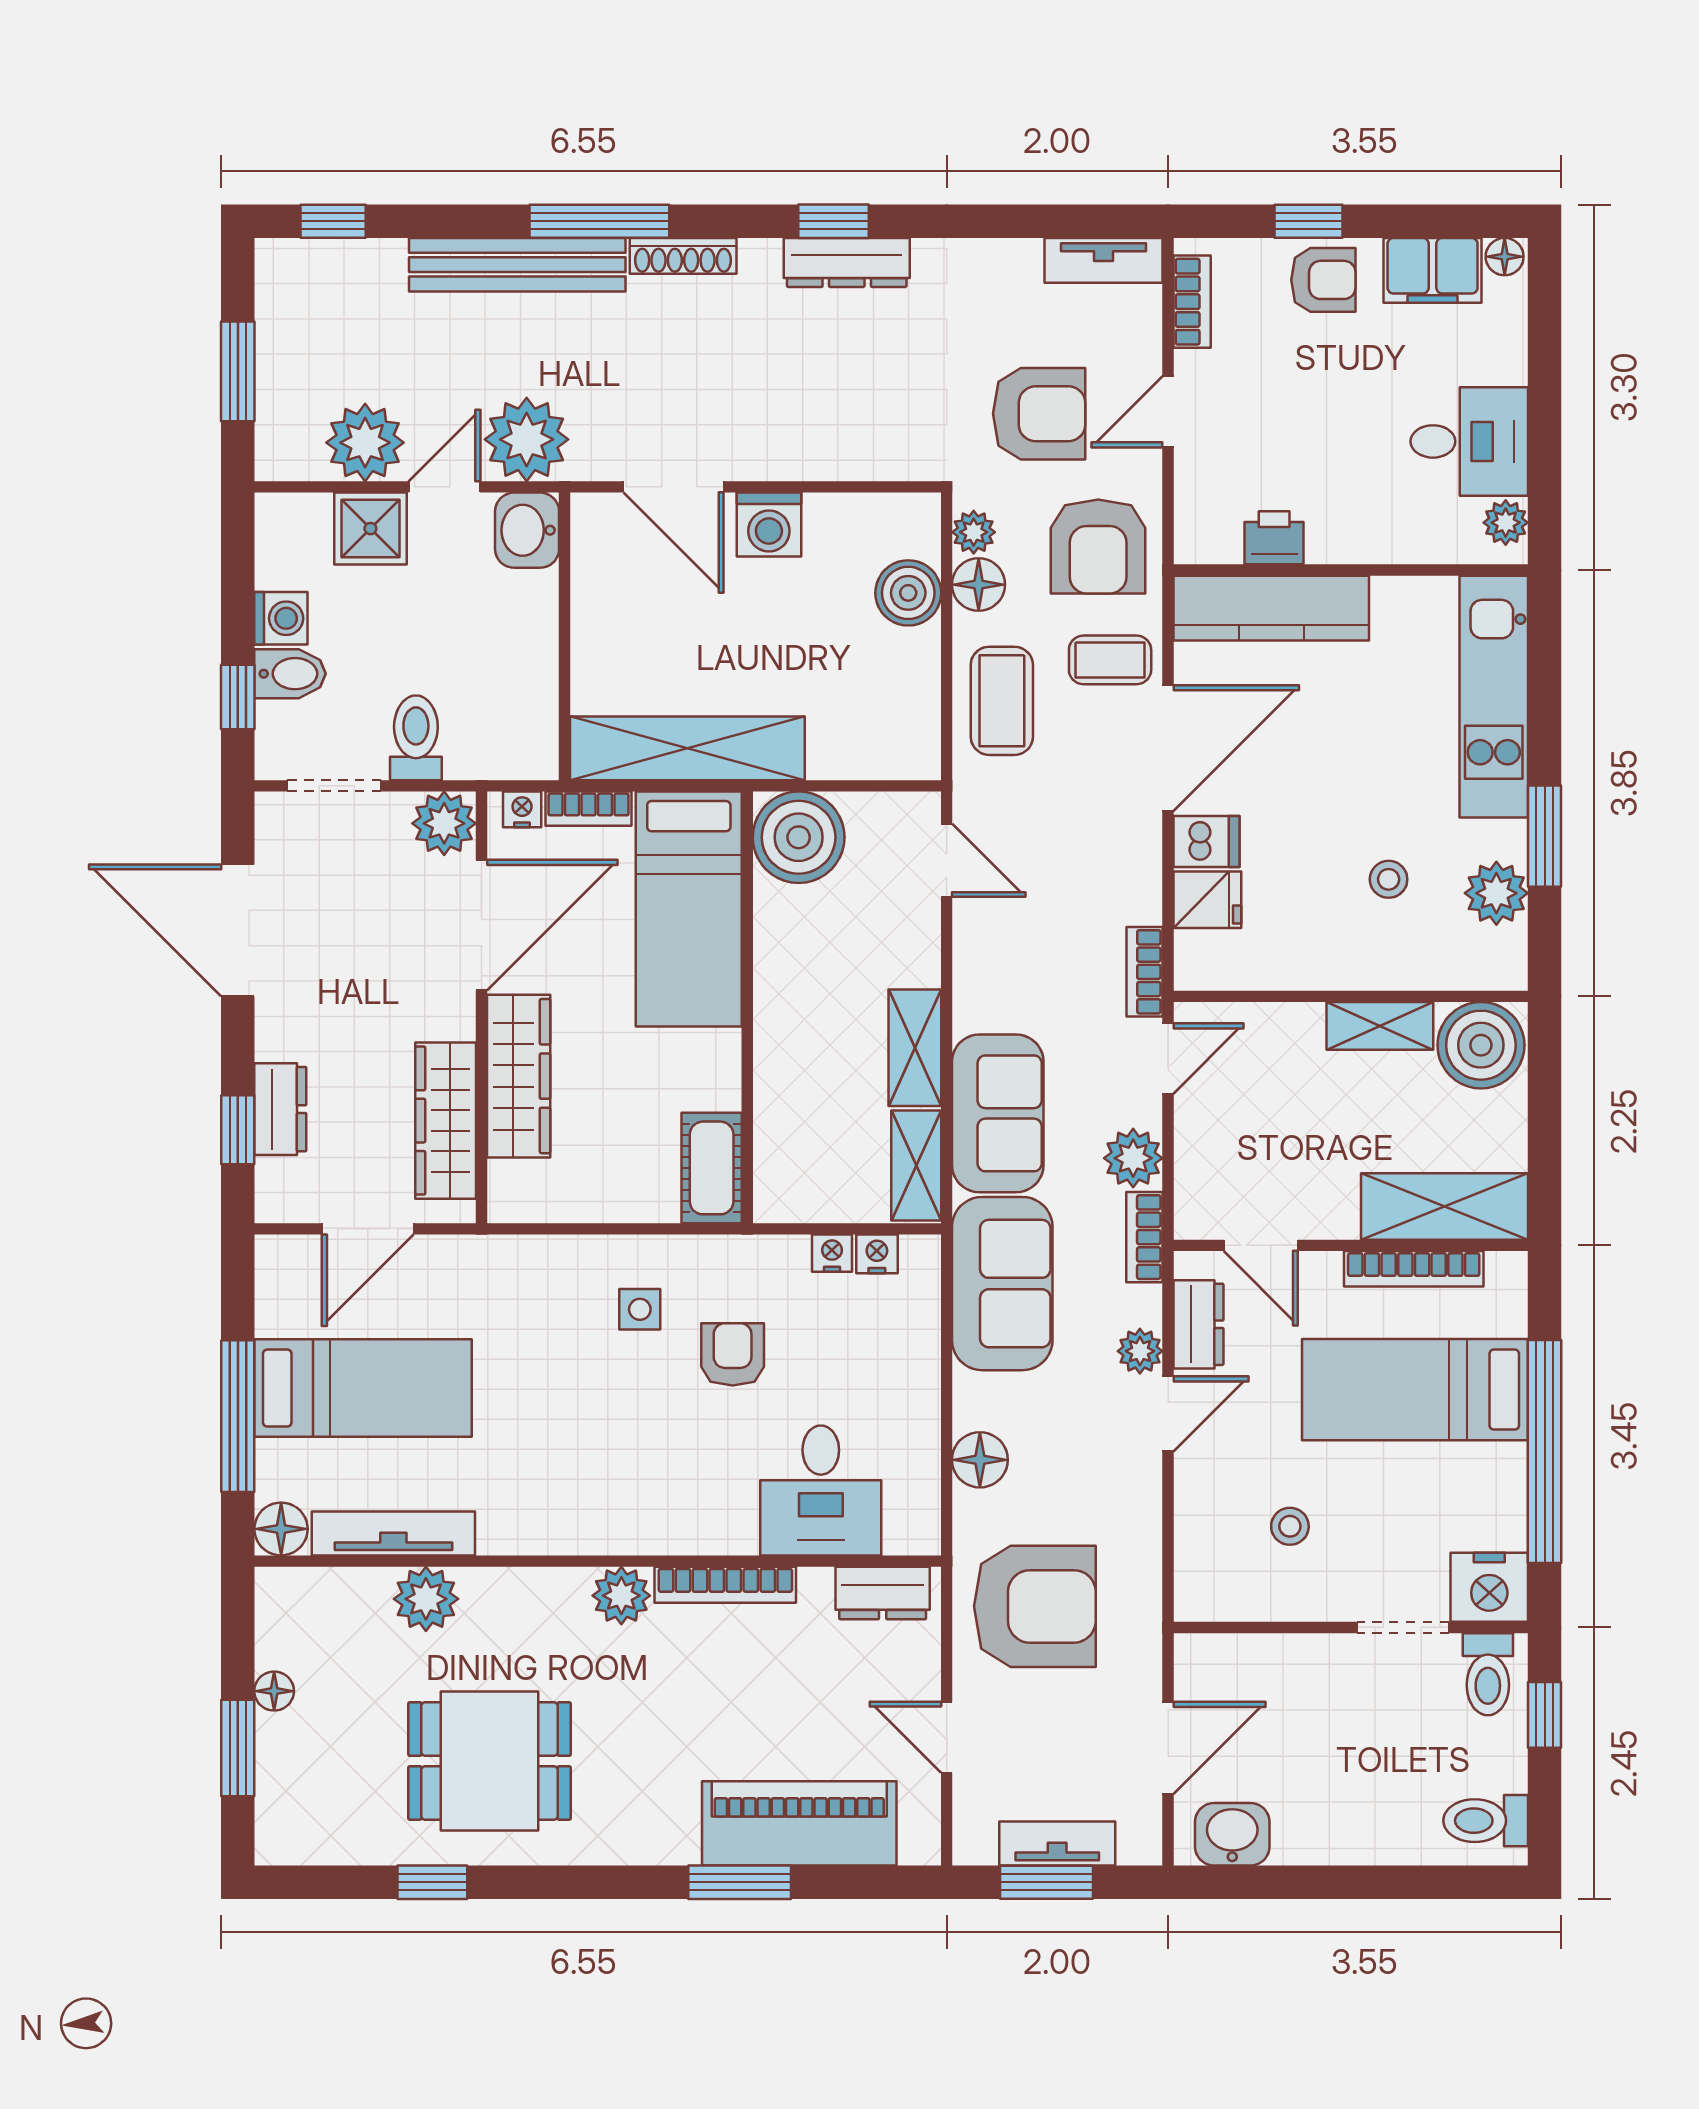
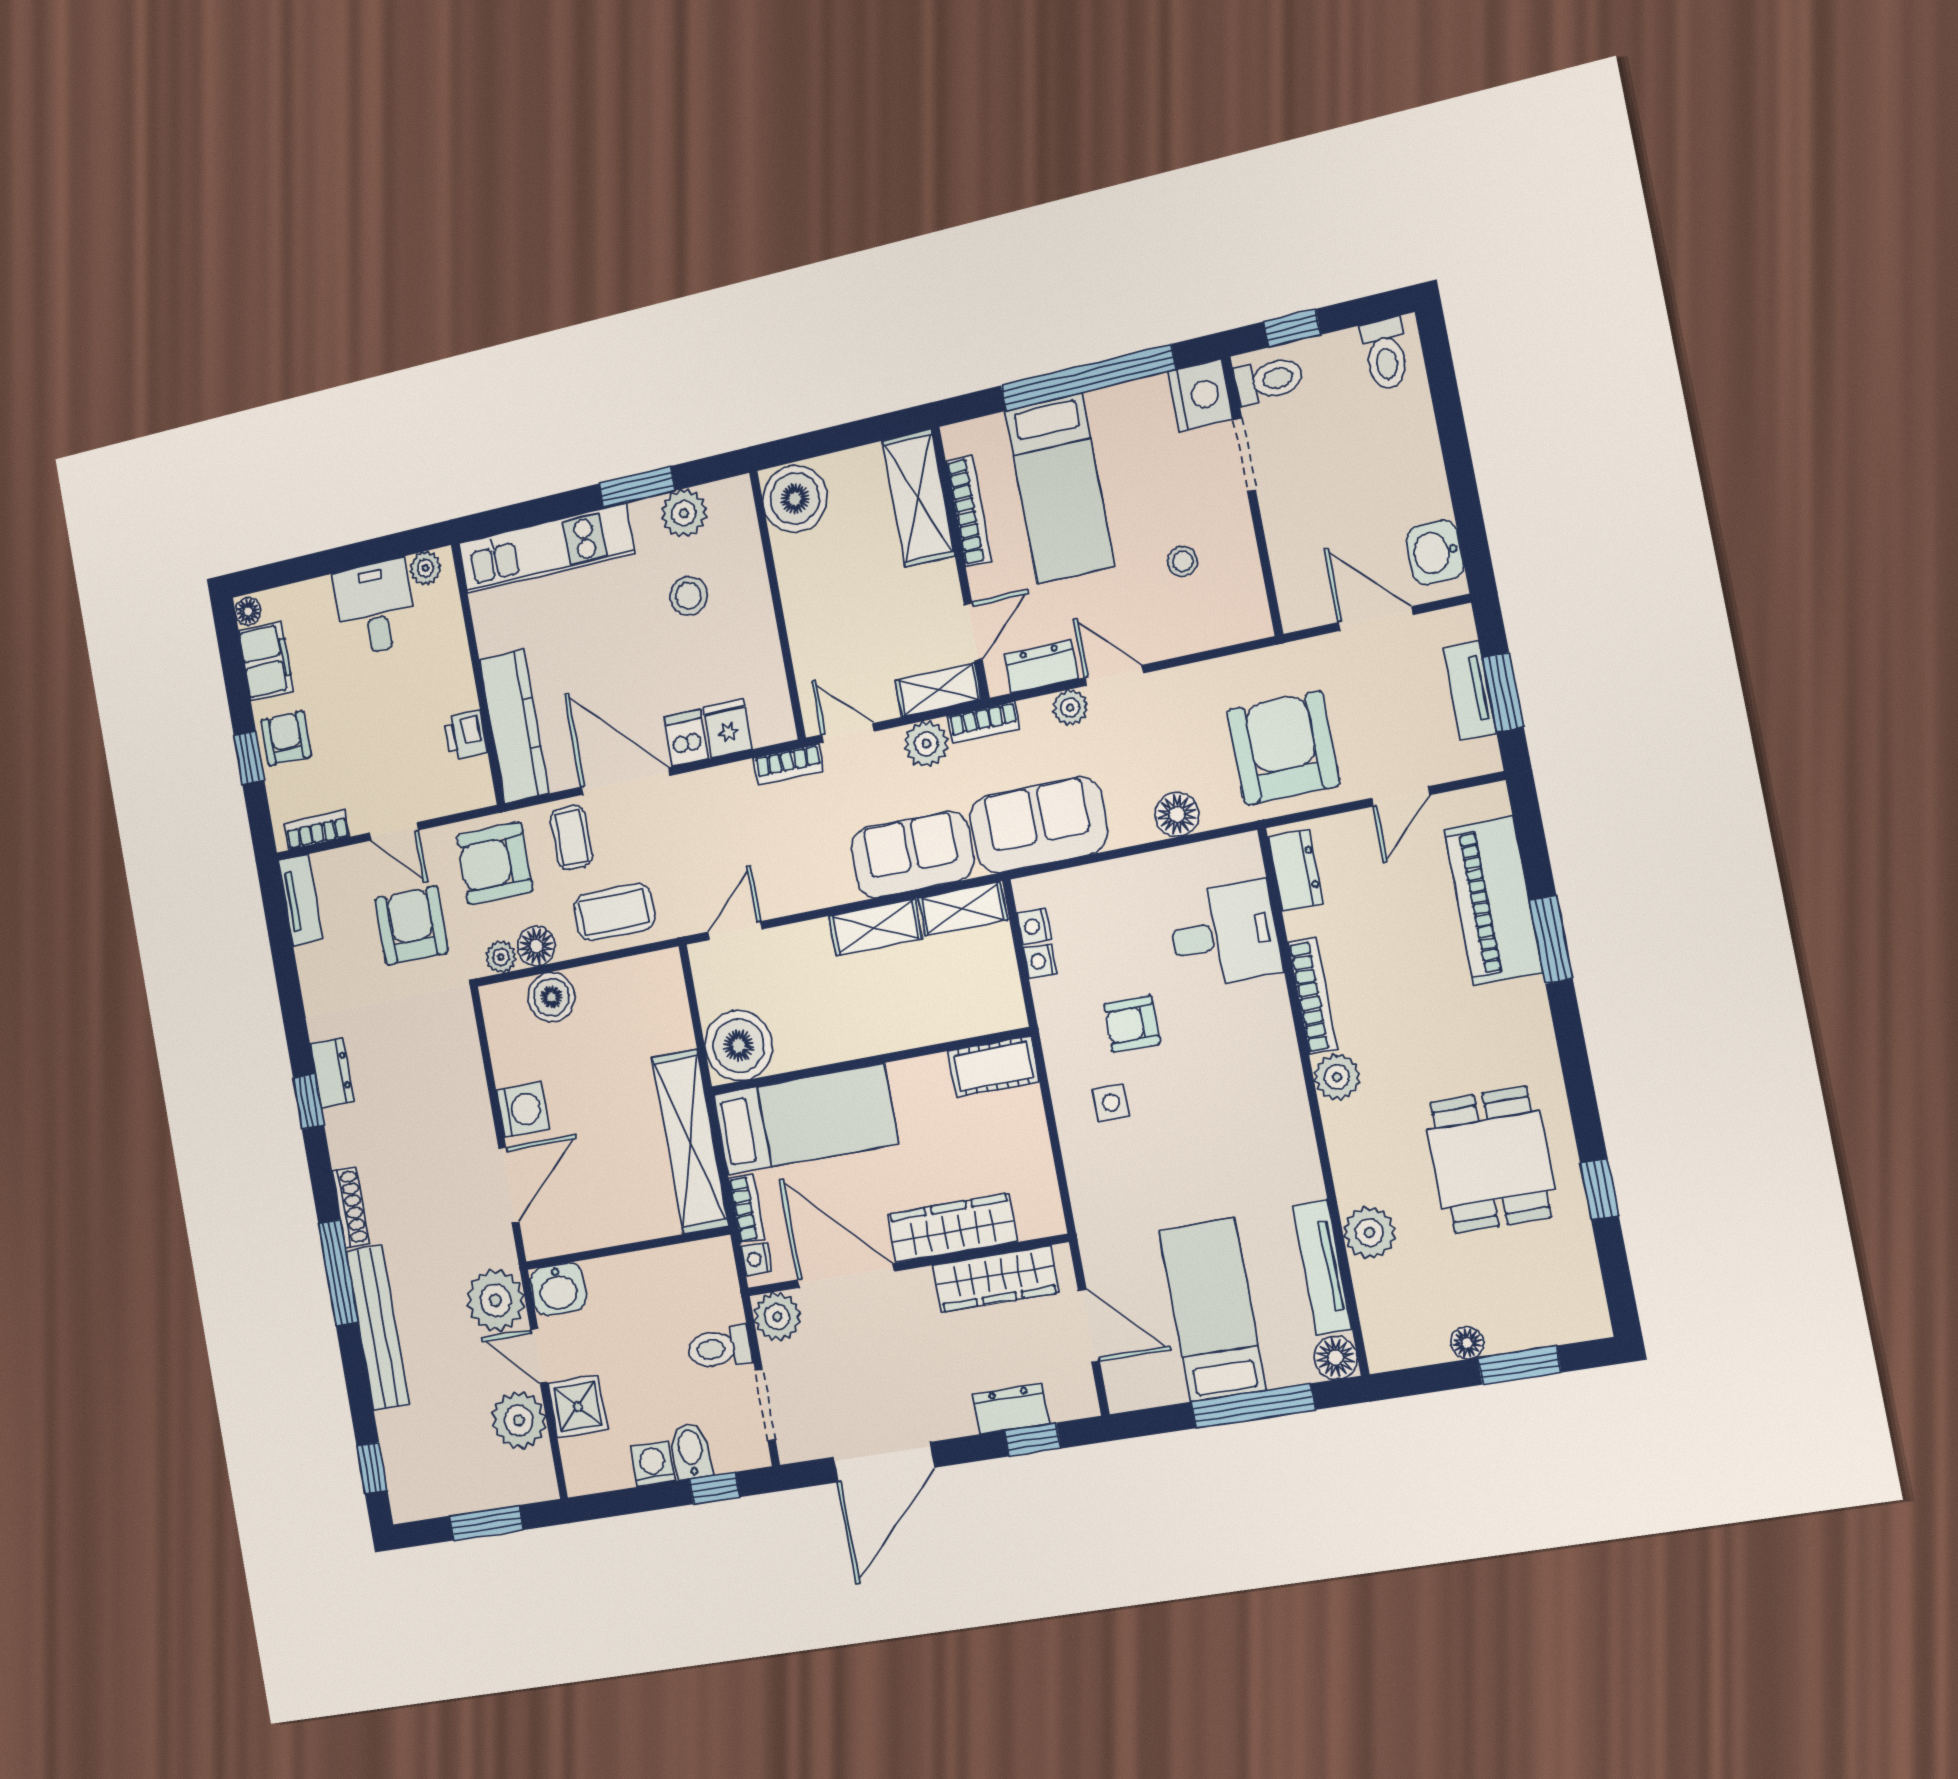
dresser: (847, 262) -> (332, 1073), width x0.70
armchair: (1098, 547) -> (495, 863), turned 180
stool: (1389, 879) -> (689, 596), width x1.37, depth x1.37
shelving: (1380, 1026) -> (938, 690), moved, turned 90

